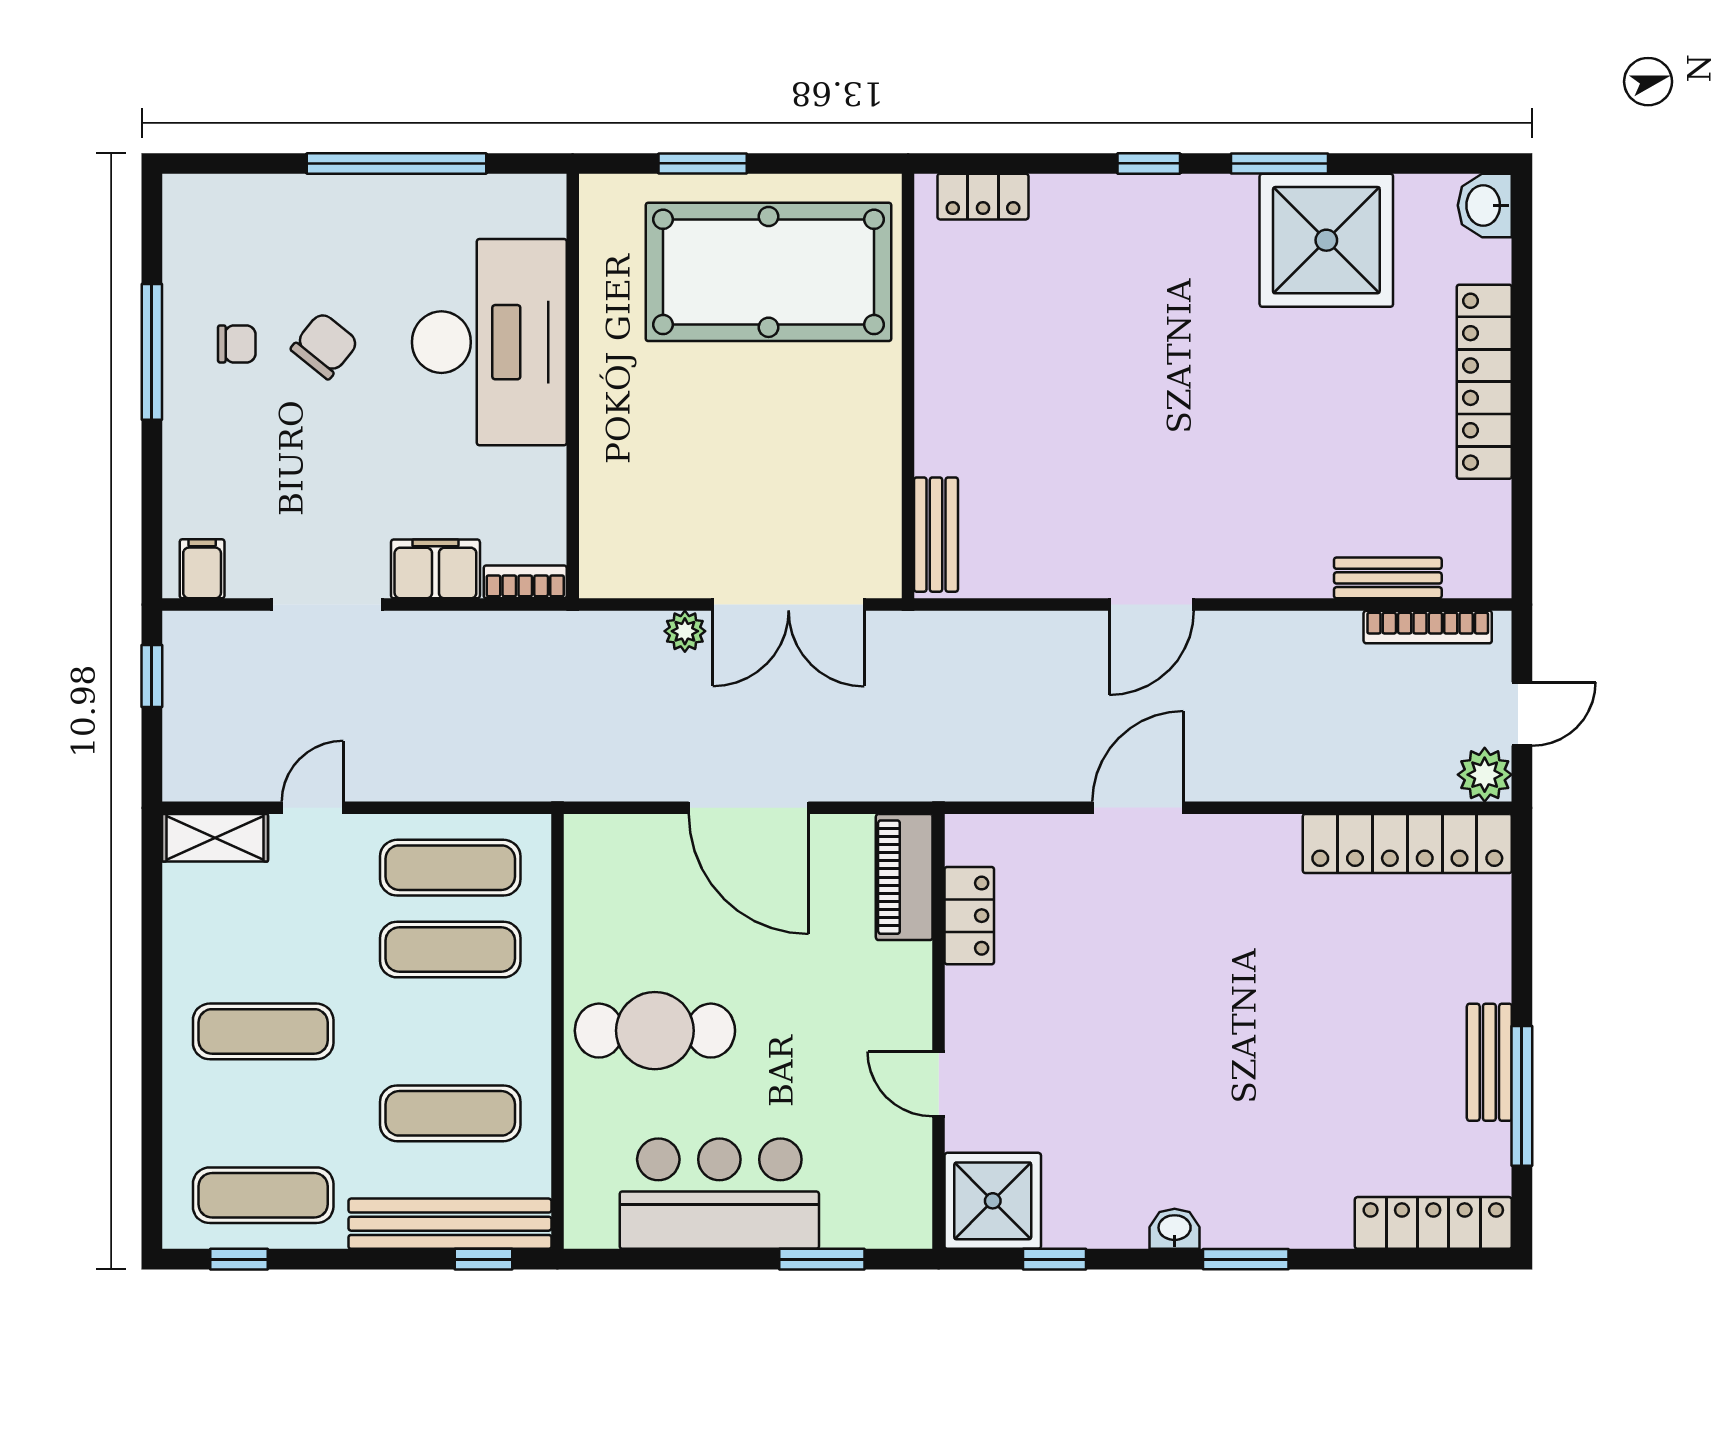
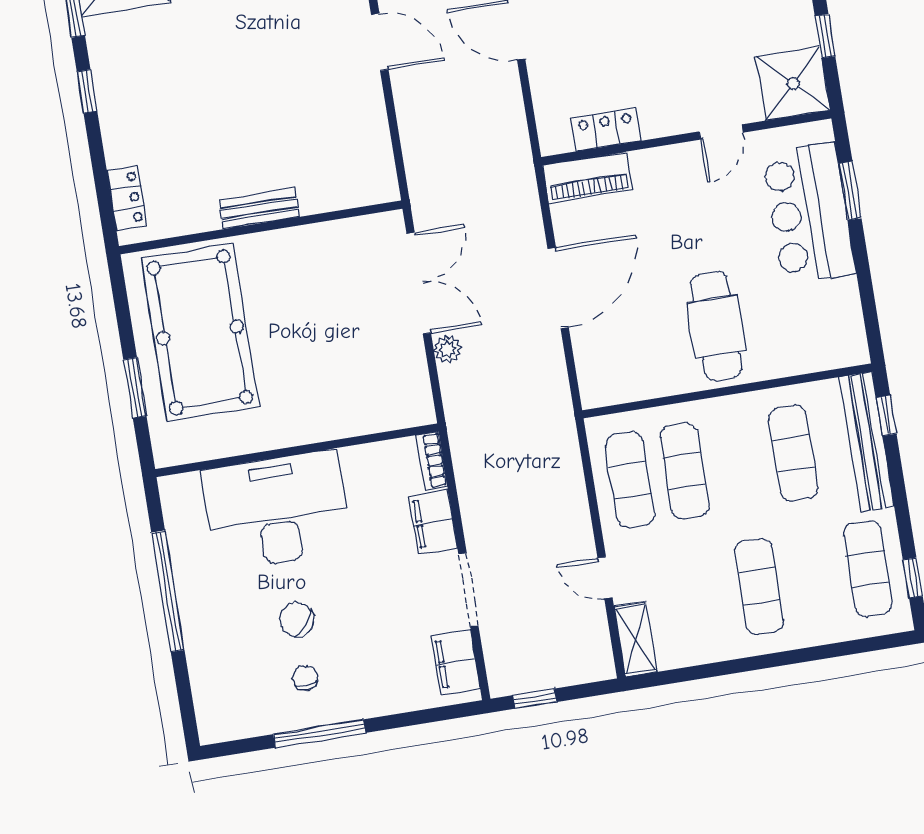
bench: (936, 535) -> (259, 209), moved
filing cabinet: (202, 569) -> (456, 662), width x2.00
bar counter: (719, 1194) -> (809, 213), moved

